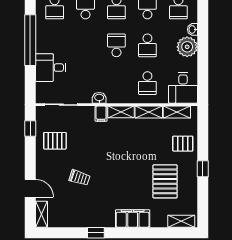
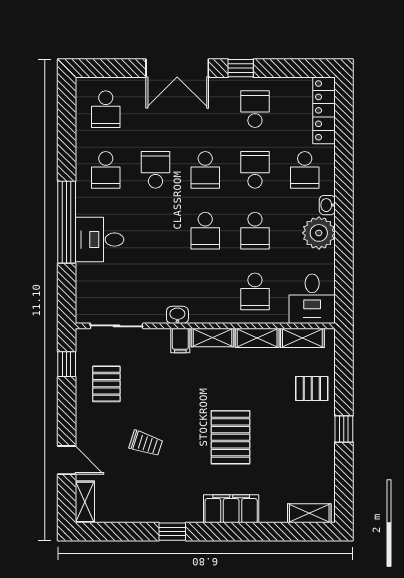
school desk: (116, 45) -> (205, 231), turned 180
desk: (51, 68) -> (99, 240), moved
pallet: (55, 141) -> (106, 384), turned 90
pallet: (165, 181) -> (230, 437), moved

